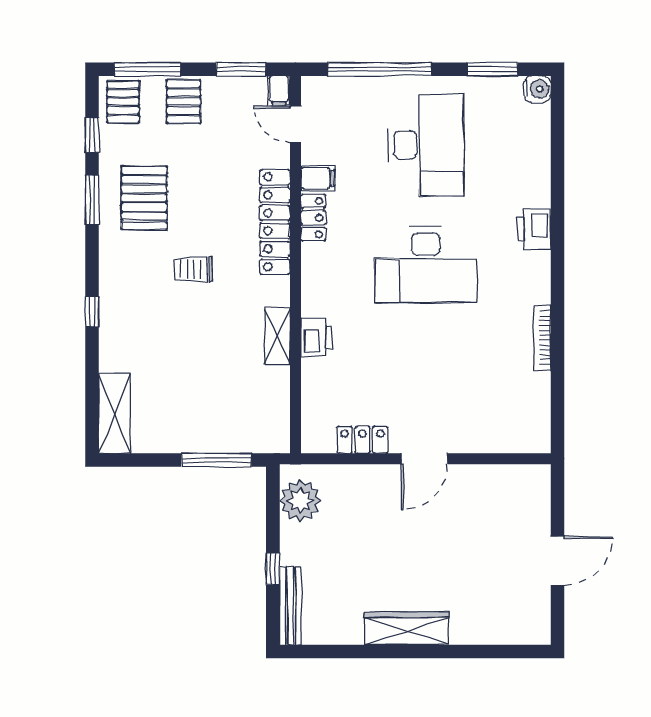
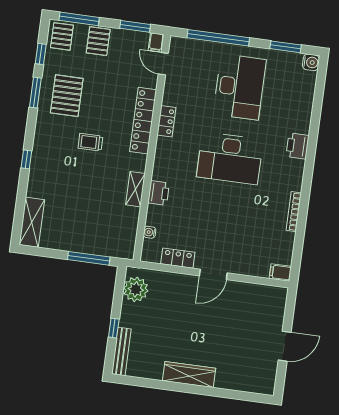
filing cabinet: (318, 178) -> (280, 272), moved, turned 180
water cooler: (310, 404) -> (150, 232), added

